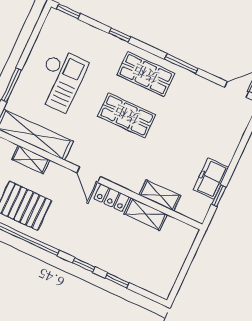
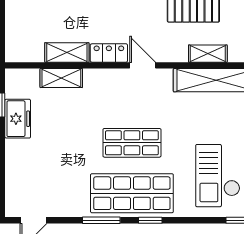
window: (120, 35) -> (150, 220), moved
shop shelf: (146, 74) -> (132, 193), width x1.43, depth x1.36
checkout: (60, 80) -> (218, 176), moved

